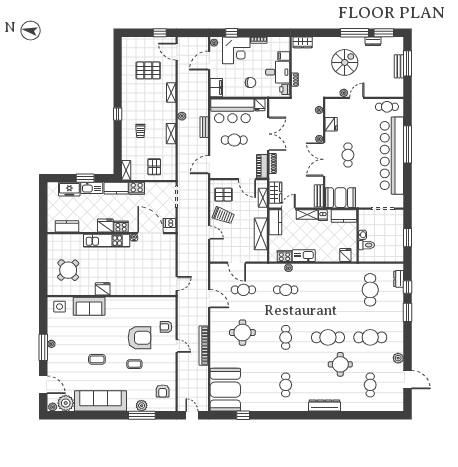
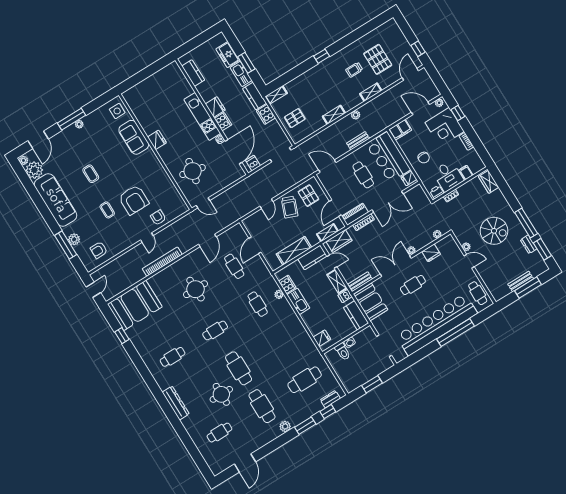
trolley: (140, 131) -> (354, 70), moved
round table: (68, 270) -> (193, 171), moved, turned -34
plant: (398, 358) -> (285, 426), moved

